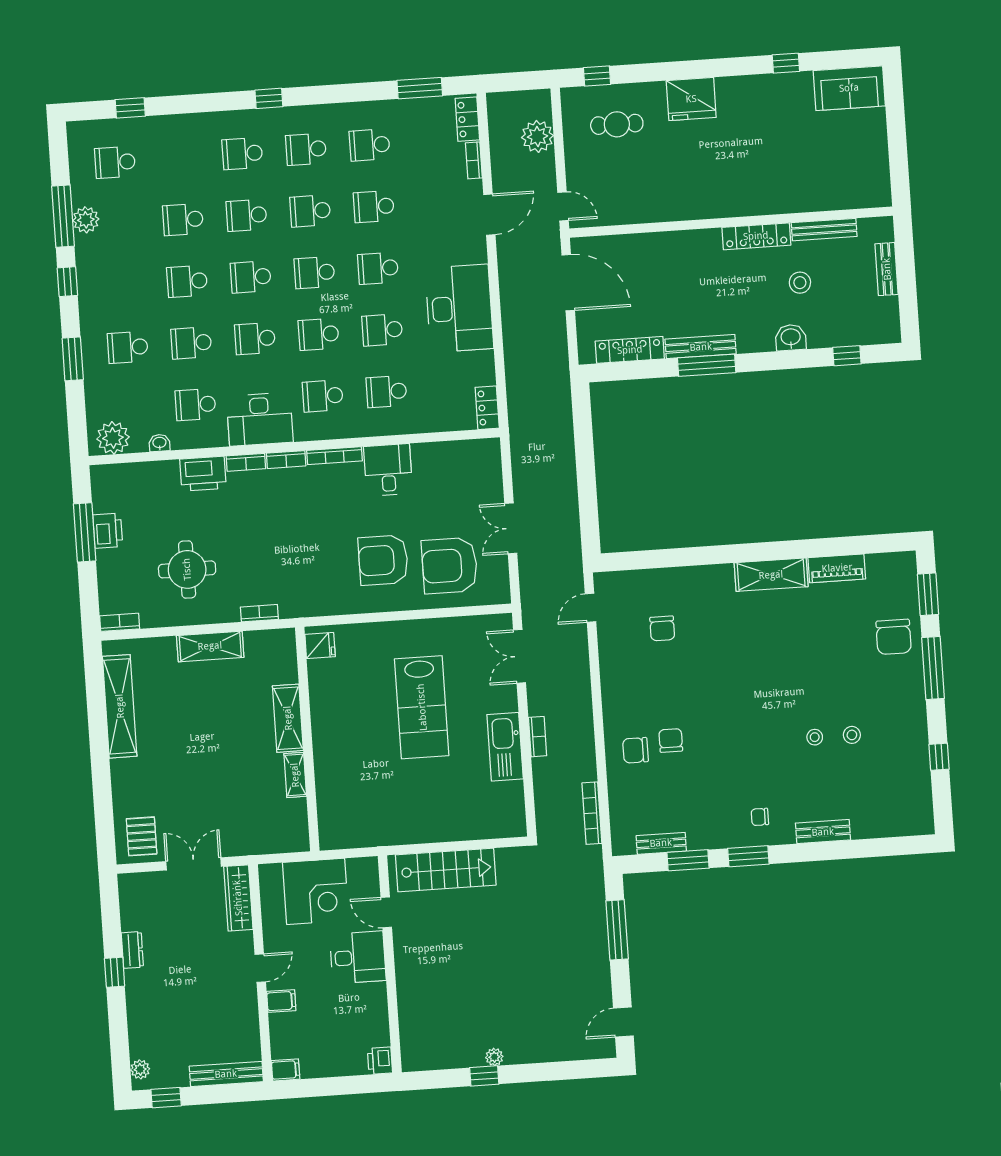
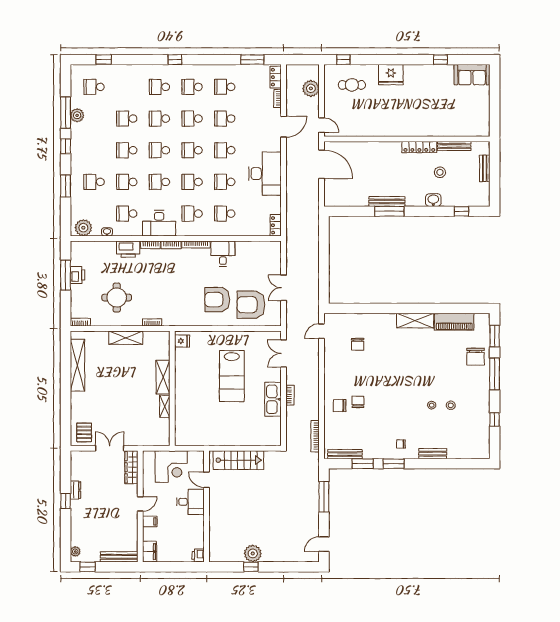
locker: (630, 350) -> (351, 201), removed
piano: (837, 568) -> (454, 322), width x1.37, depth x1.33
bench: (661, 843) -> (345, 454), width x1.36
plant: (494, 1057) -> (253, 553), width x1.88, depth x1.88
filing cabinet: (286, 1070) -> (150, 552), width x2.00

